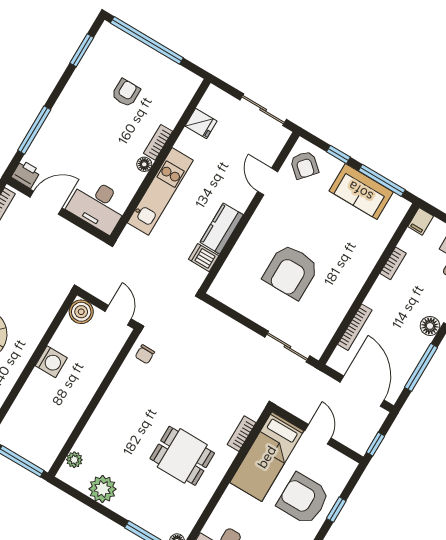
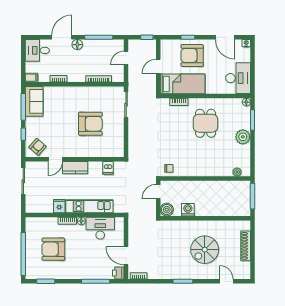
armchair: (126, 93) -> (53, 249), width x1.88, depth x1.88
fridge: (201, 123) -> (59, 206), moved
sofa: (361, 191) -> (34, 101), moved
desk: (98, 205) -> (100, 228), moved, turned -90
kitchen counter: (222, 229) -> (75, 168), moved
washing machine: (51, 362) -> (188, 210), moved
door: (362, 391) -> (126, 58), width x0.53
plant: (102, 489) -> (243, 137), moved
armchair: (303, 499) -> (192, 55), turned 90

